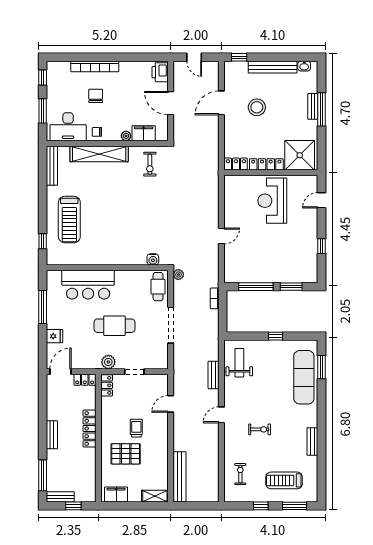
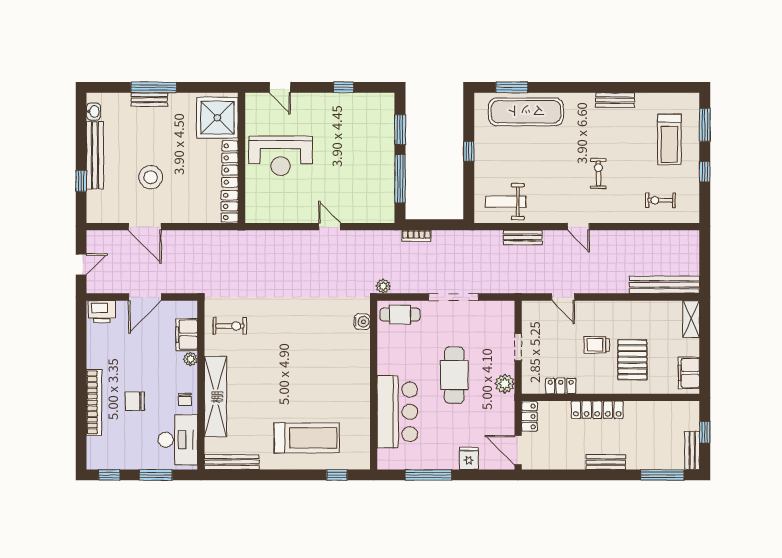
window: (239, 57) -> (81, 181), moved
locker: (107, 385) -> (561, 386), moved

